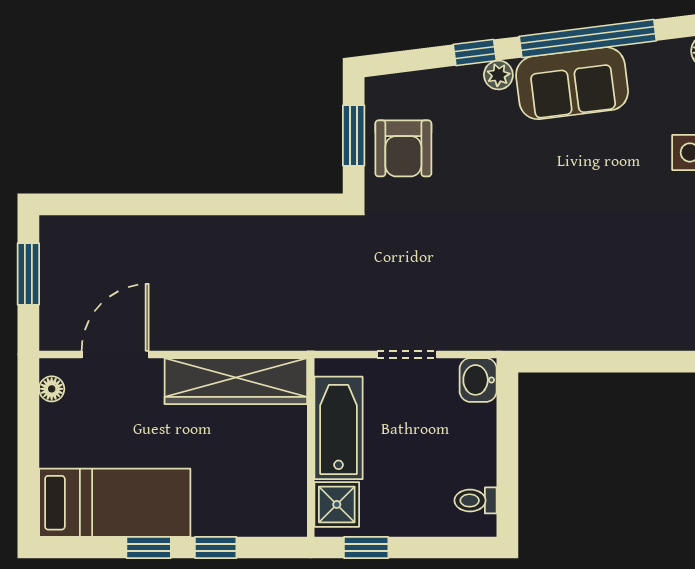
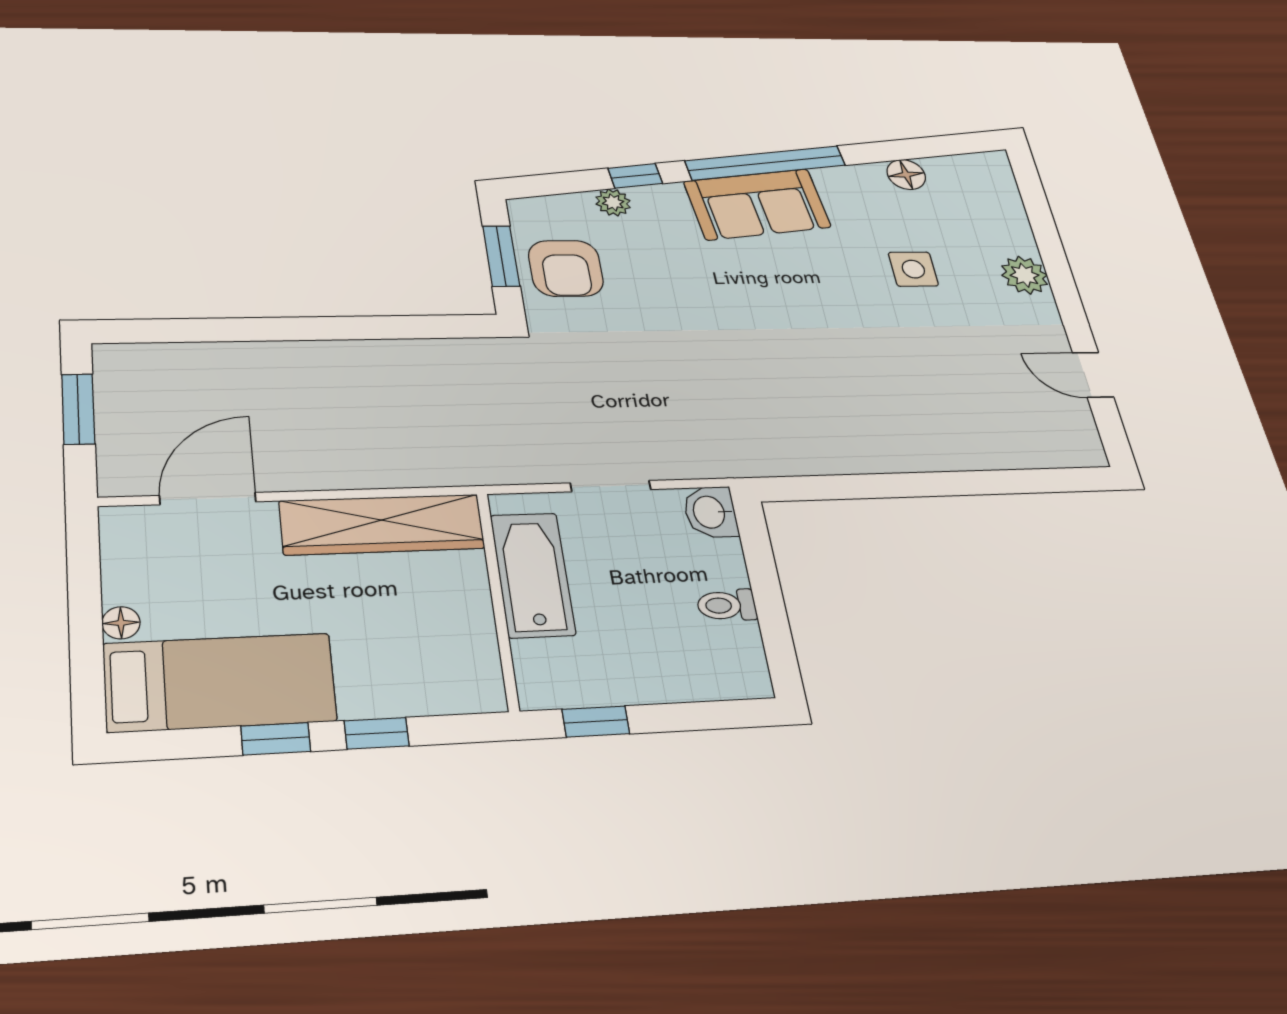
plant: (498, 75) -> (613, 202), moved
floor lamp: (52, 389) -> (121, 623), moved
toilet: (476, 500) -> (727, 605), moved
shower: (337, 504) -> (545, 669), removed

